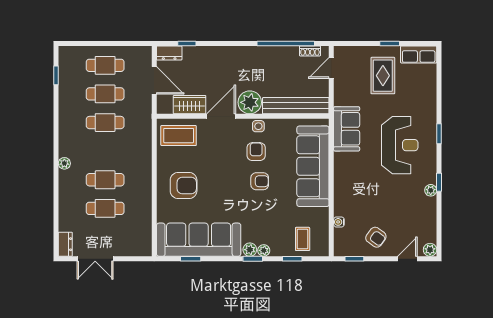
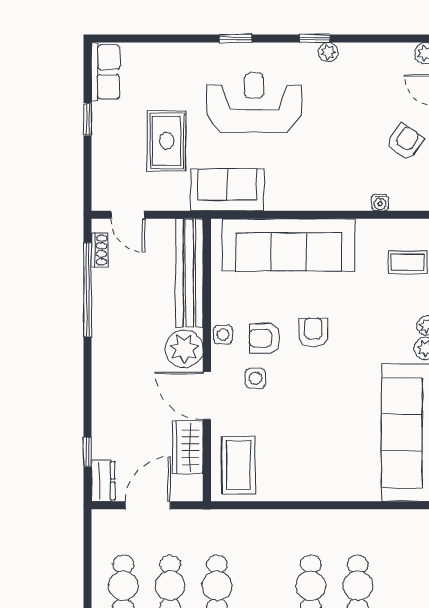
rug: (383, 76) -> (167, 141), moved, turned 90
side table: (232, 146) -> (256, 378), added
armchair: (184, 186) -> (320, 457), removed

